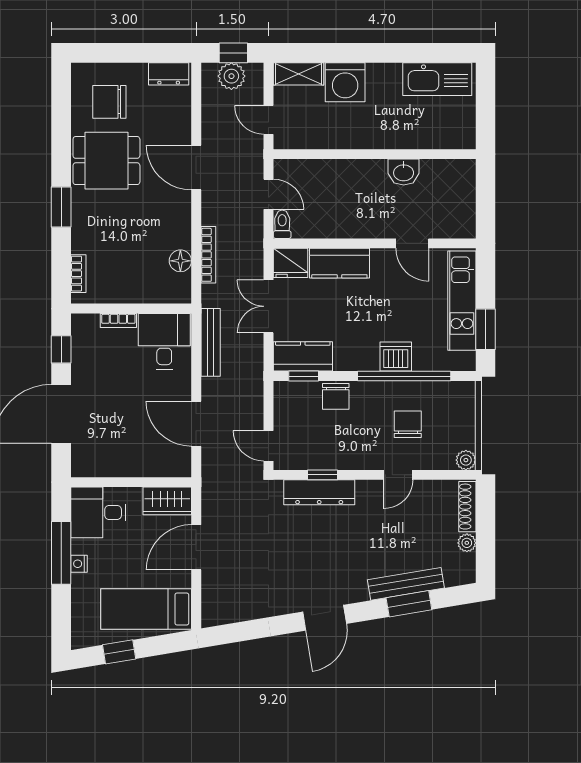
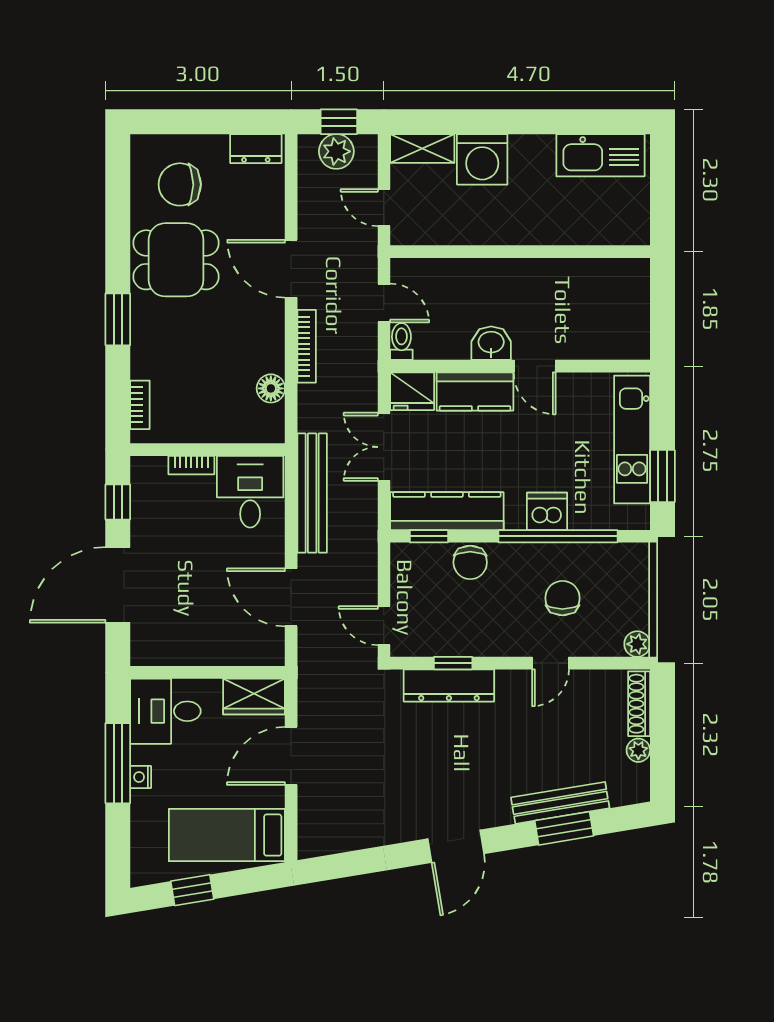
washbasin: (404, 172) -> (491, 343), moved, turned 180
door: (412, 243) -> (535, 366), moved
bookcase: (208, 255) -> (307, 346), moved
bench: (211, 342) -> (312, 493), width x1.37, depth x1.21
kitchen counter: (303, 356) -> (447, 511), width x1.50

